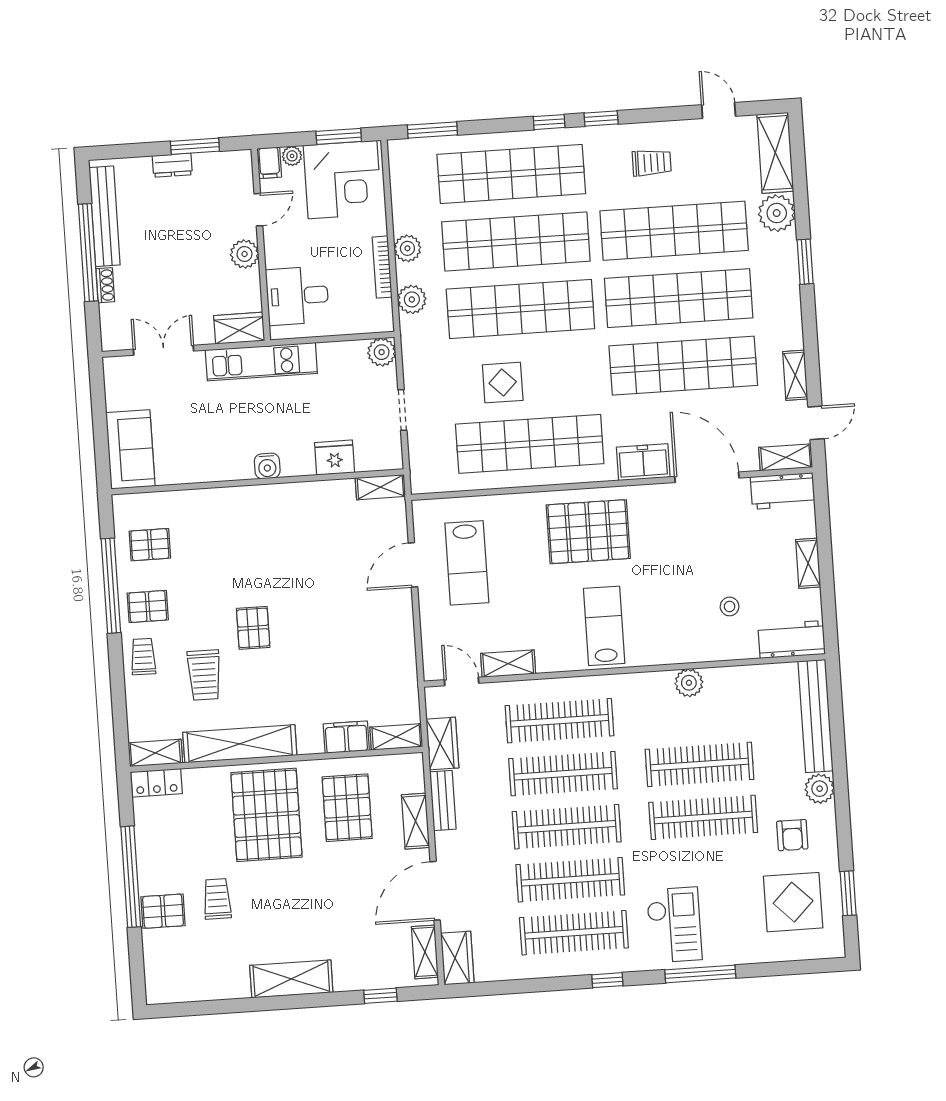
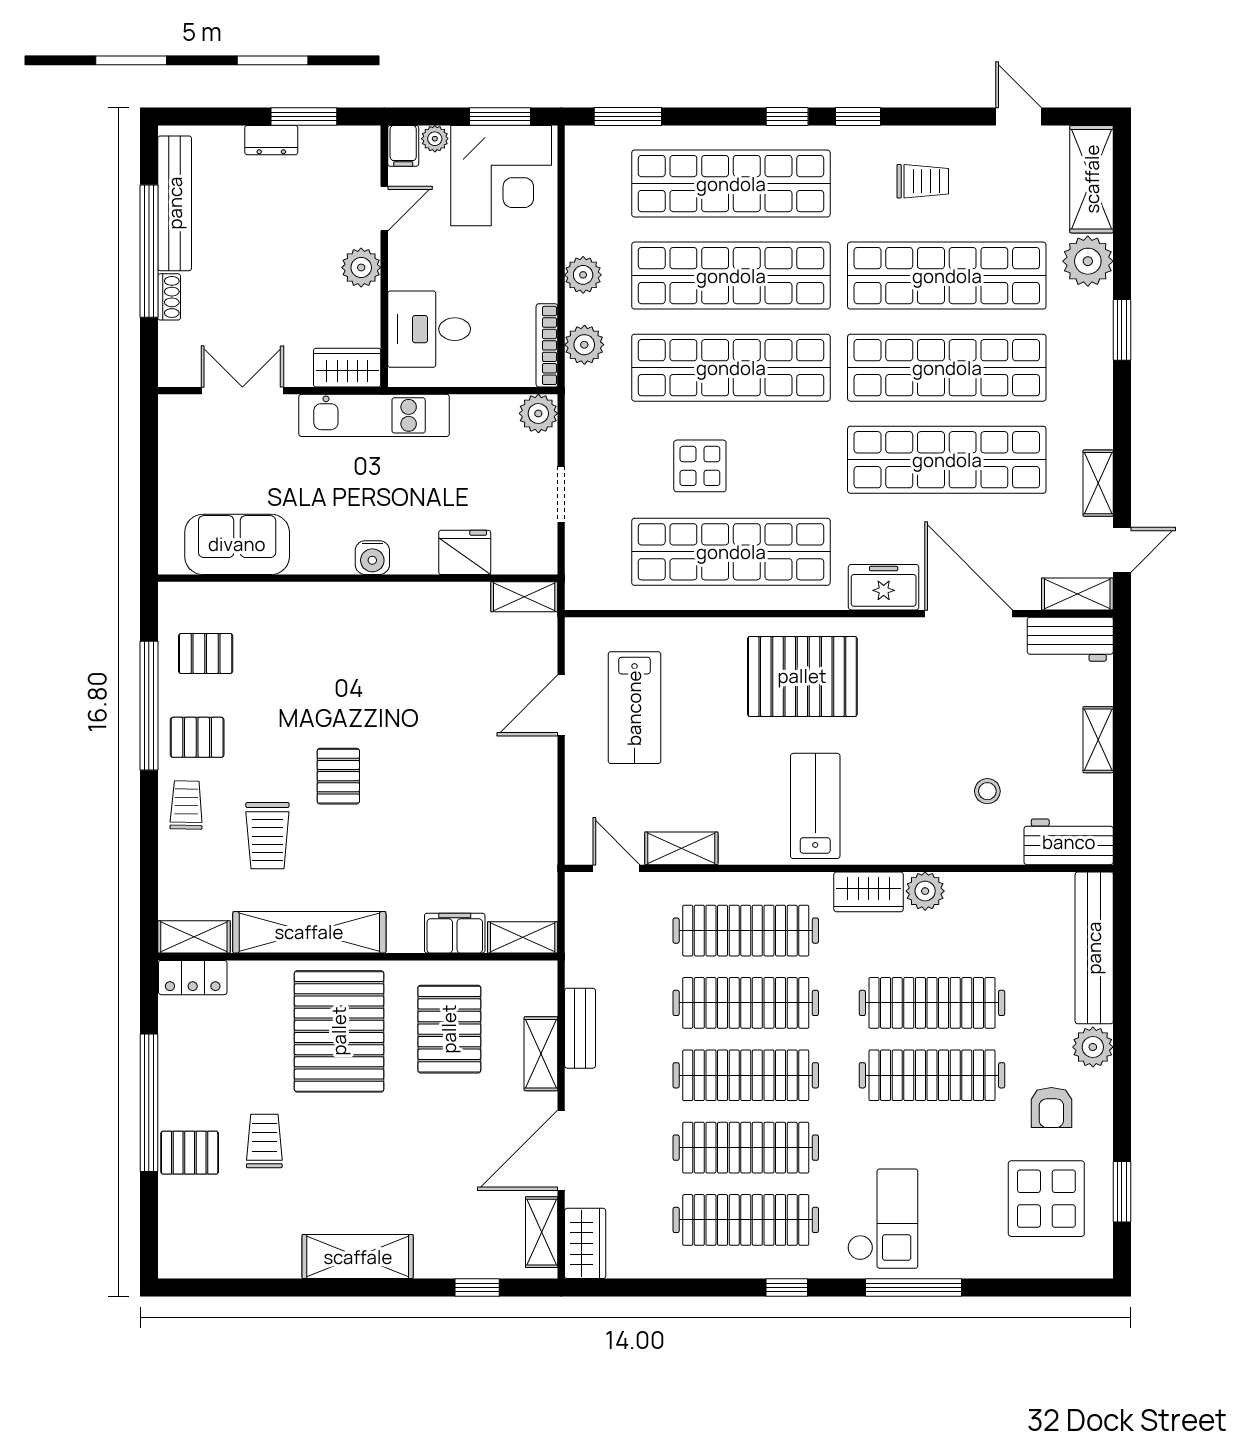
bookcase: (382, 267) -> (547, 345), moved
sofa: (130, 449) -> (237, 544), moved, turned -90
wardrobe: (442, 743) -> (869, 892), moved, turned 90

